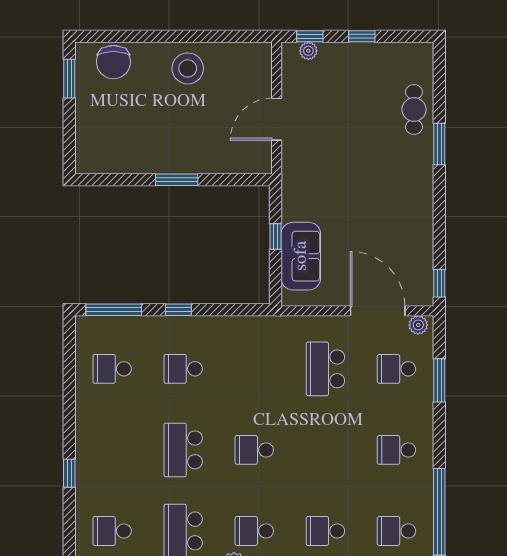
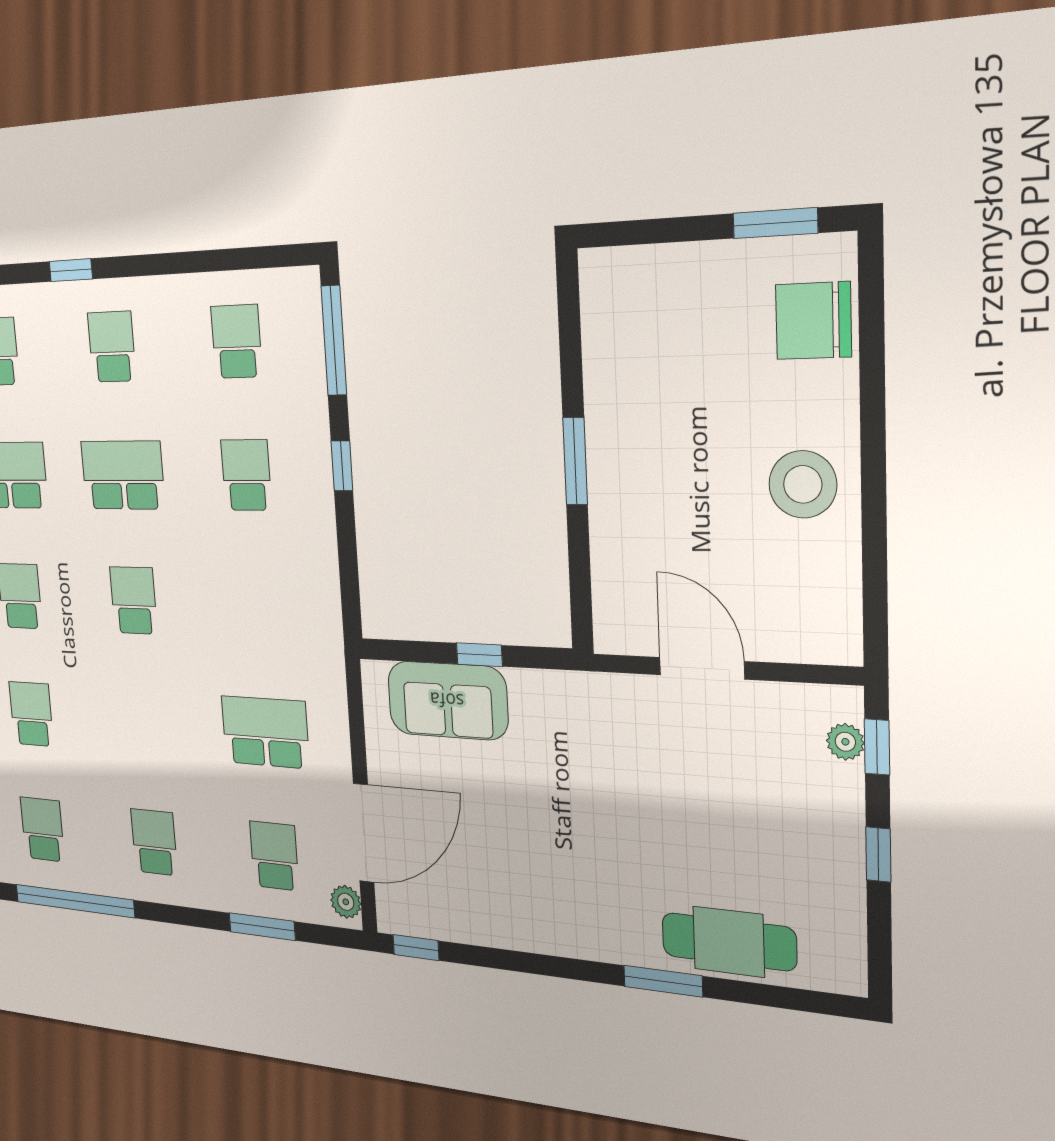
cafe table: (414, 110) -> (729, 942), width x1.37, depth x1.35
school desk: (112, 450) -> (112, 347), added

